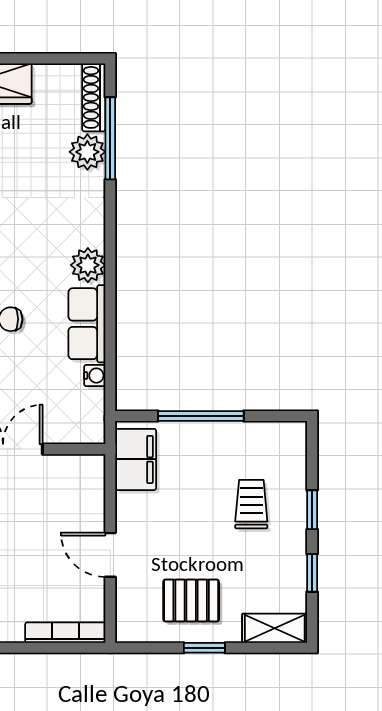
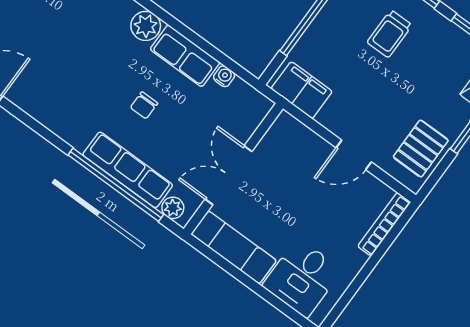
trolley: (251, 504) -> (390, 34), turned -90
pallet: (191, 600) -> (421, 149), moved

